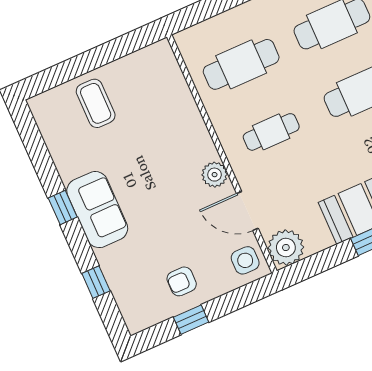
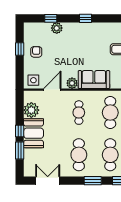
sofa: (97, 210) -> (94, 80), moved, turned 180
plant: (286, 248) -> (31, 110), moved
plant: (111, 260) -> (57, 28), added

